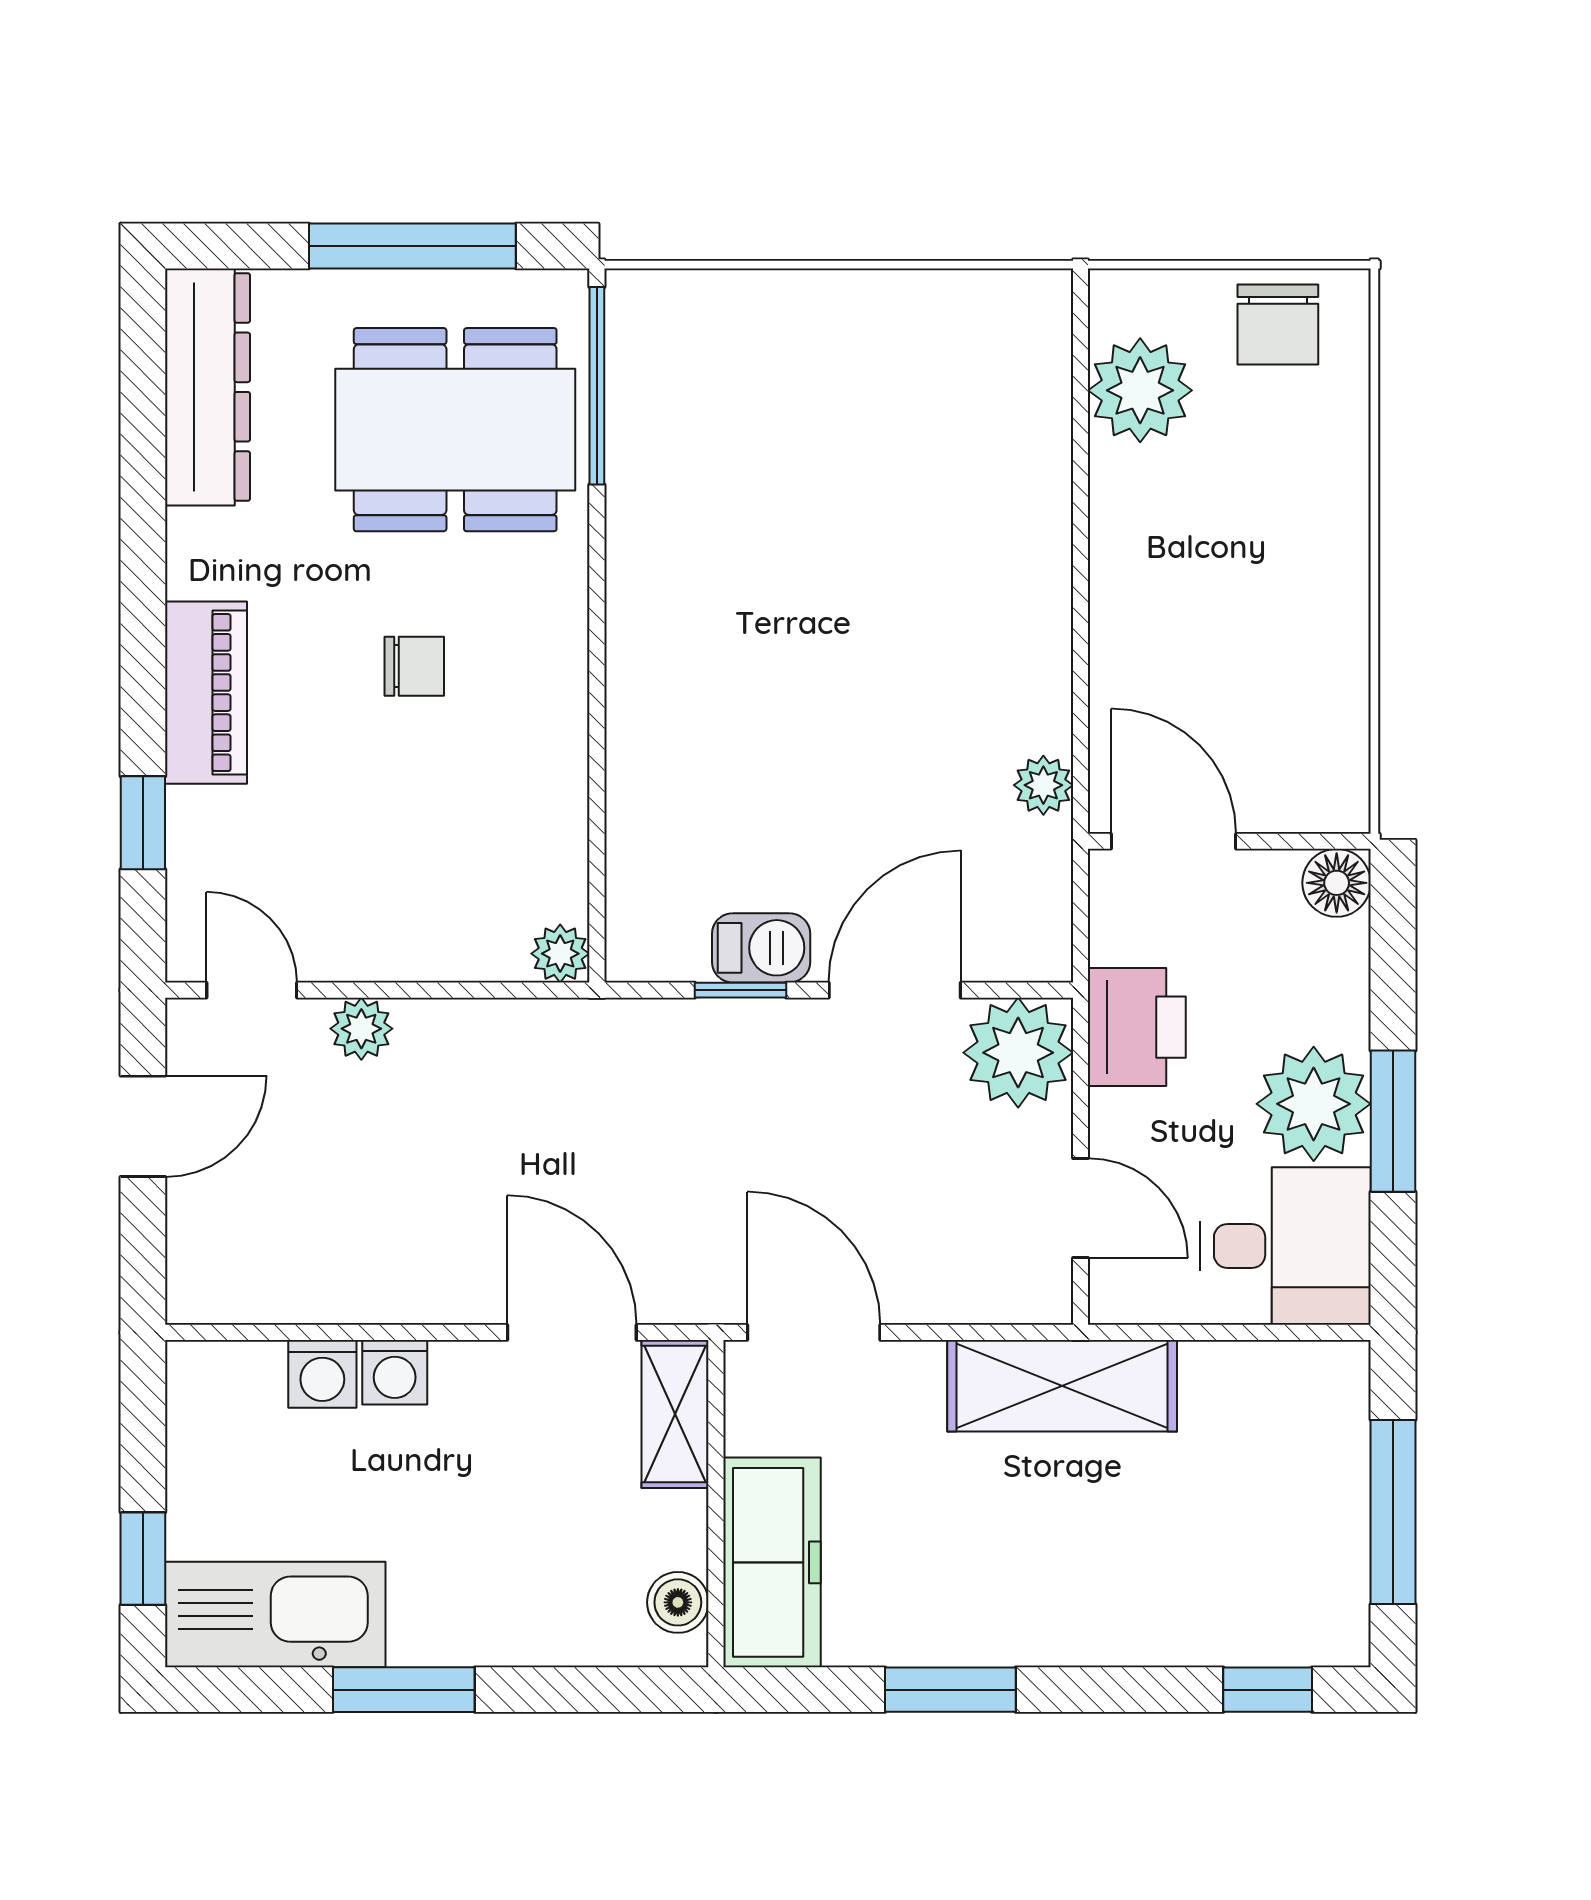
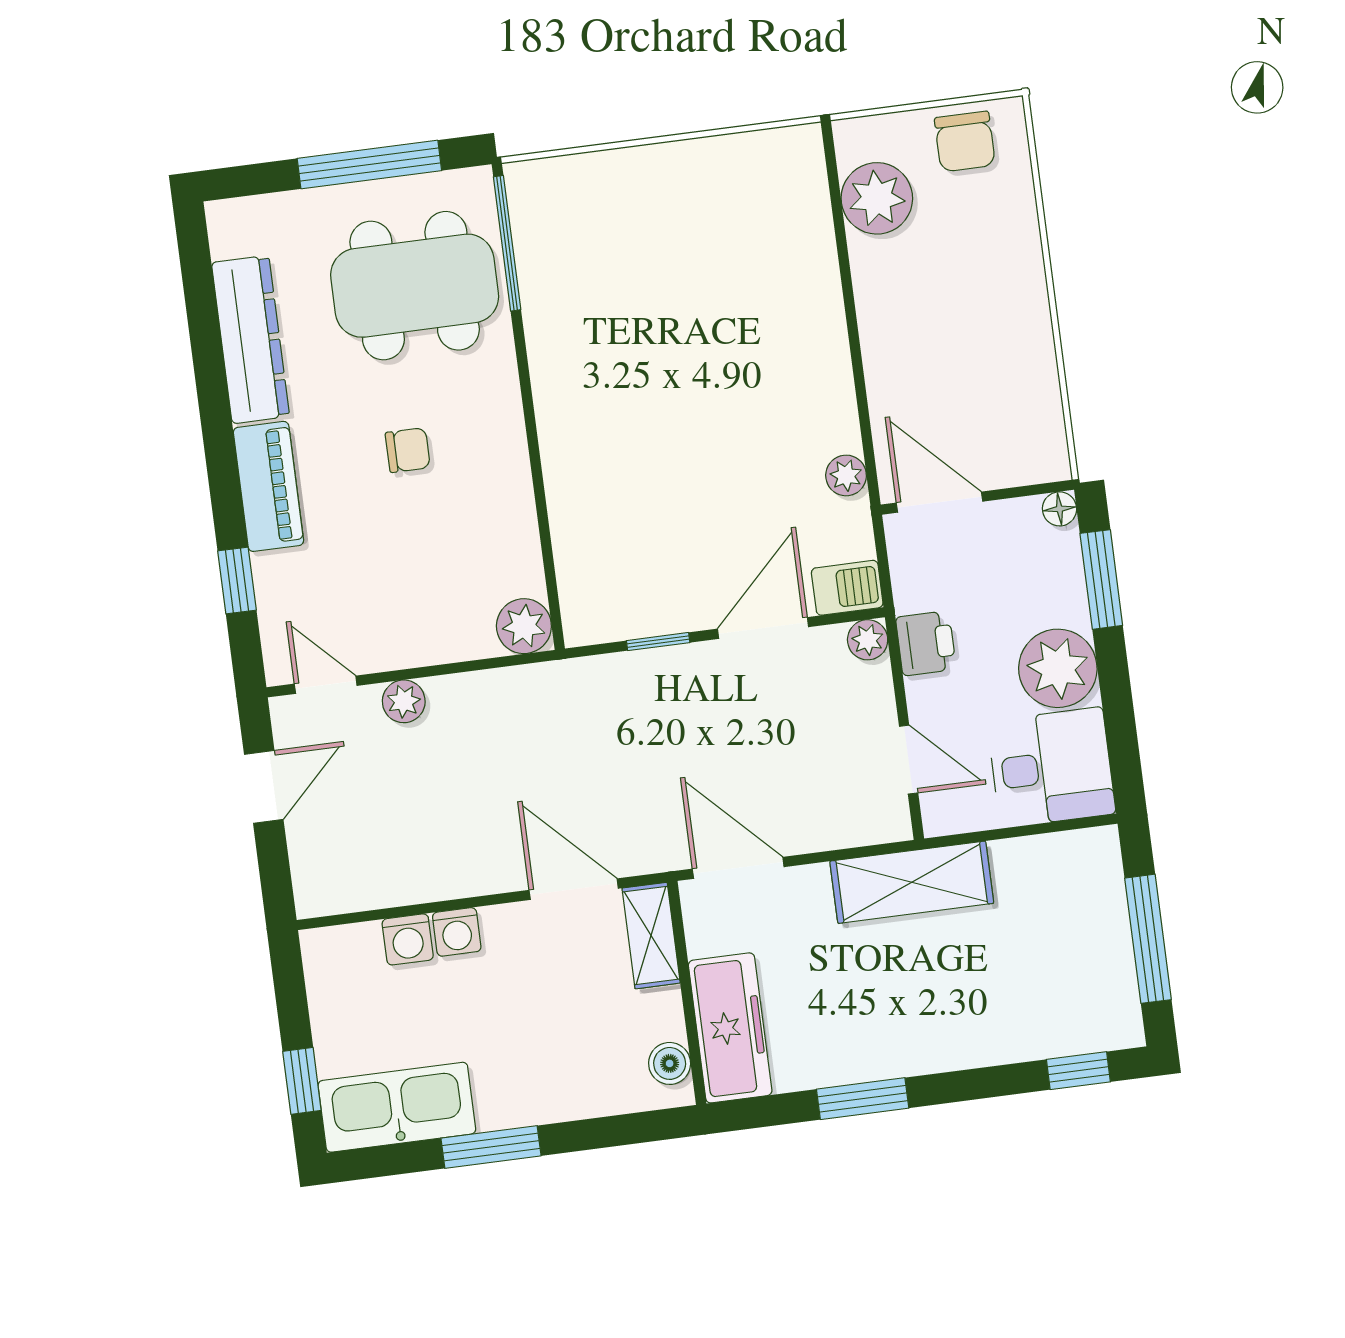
dresser: (208, 387) -> (250, 339), moved
floor lamp: (1337, 883) -> (1059, 509), width x0.73, depth x0.73
barbecue: (761, 948) -> (847, 588), moved
plant: (560, 954) -> (524, 626), width x1.38, depth x1.38
printer: (1137, 1027) -> (926, 643), width x0.73, depth x0.81
plant: (1018, 1053) -> (868, 640), width x0.53, depth x0.53
window: (1393, 1121) -> (1101, 579), moved

